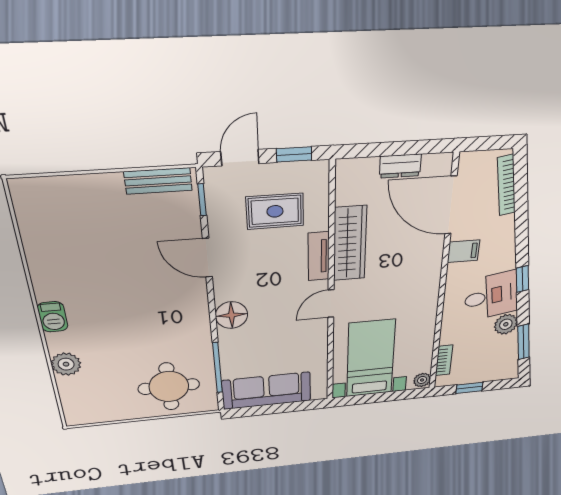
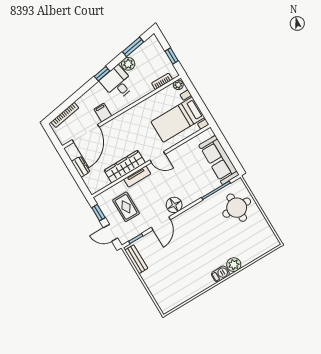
floor lamp: (231, 315) -> (174, 205), moved
plant: (66, 364) -> (234, 265), moved

